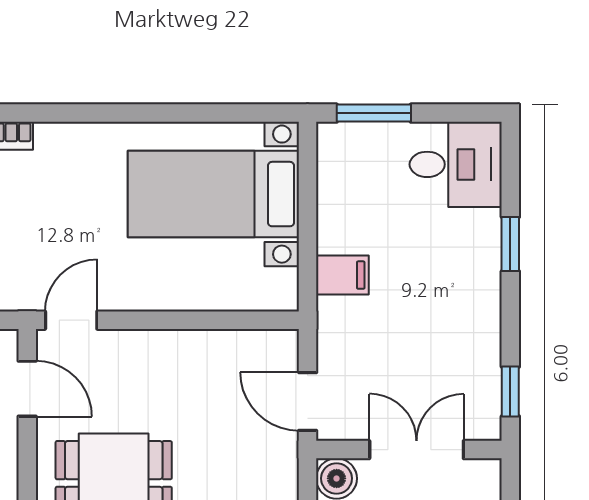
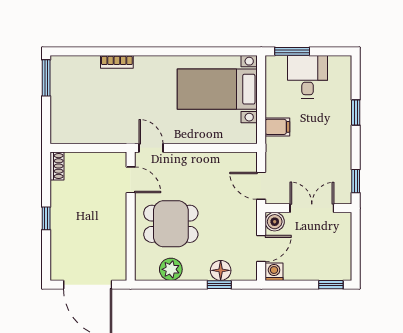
desk: (456, 164) -> (308, 77), moved, turned -90
door: (71, 320) -> (151, 148), hinge flipped

